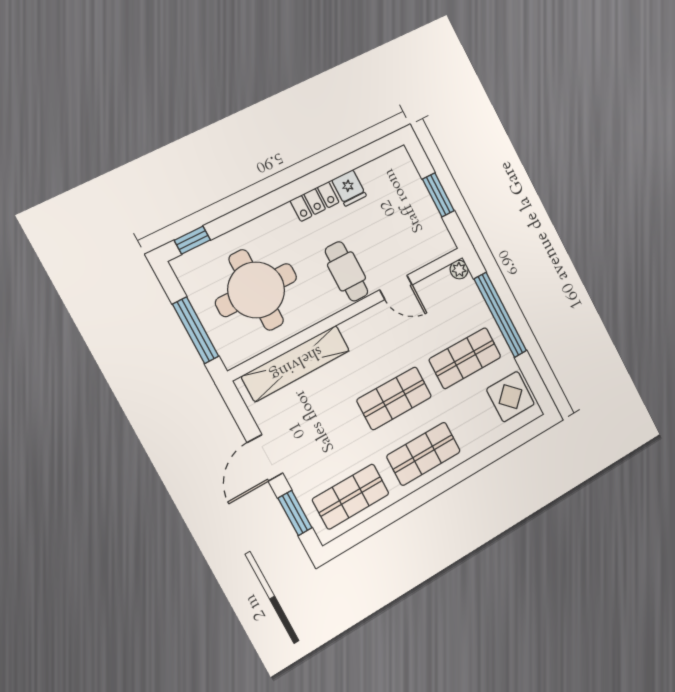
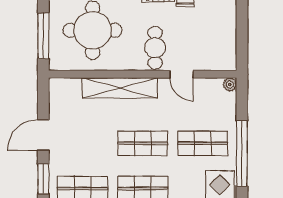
window: (438, 195) -> (242, 29), removed
window: (500, 315) -> (242, 153), moved
shelving: (296, 363) -> (120, 88), moved

